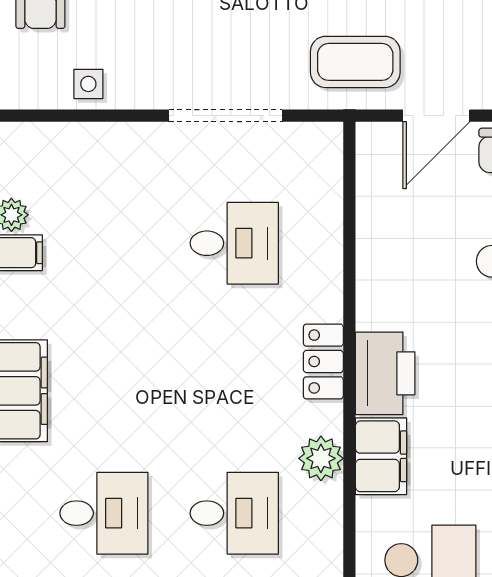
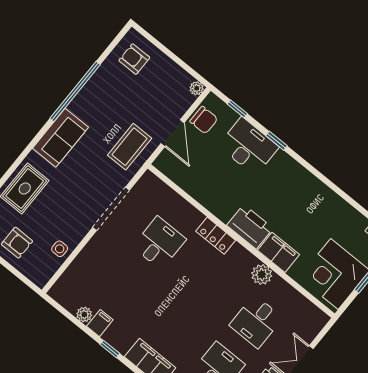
locker: (323, 362) -> (216, 236), moved
desk: (234, 513) -> (256, 322), turned 180

